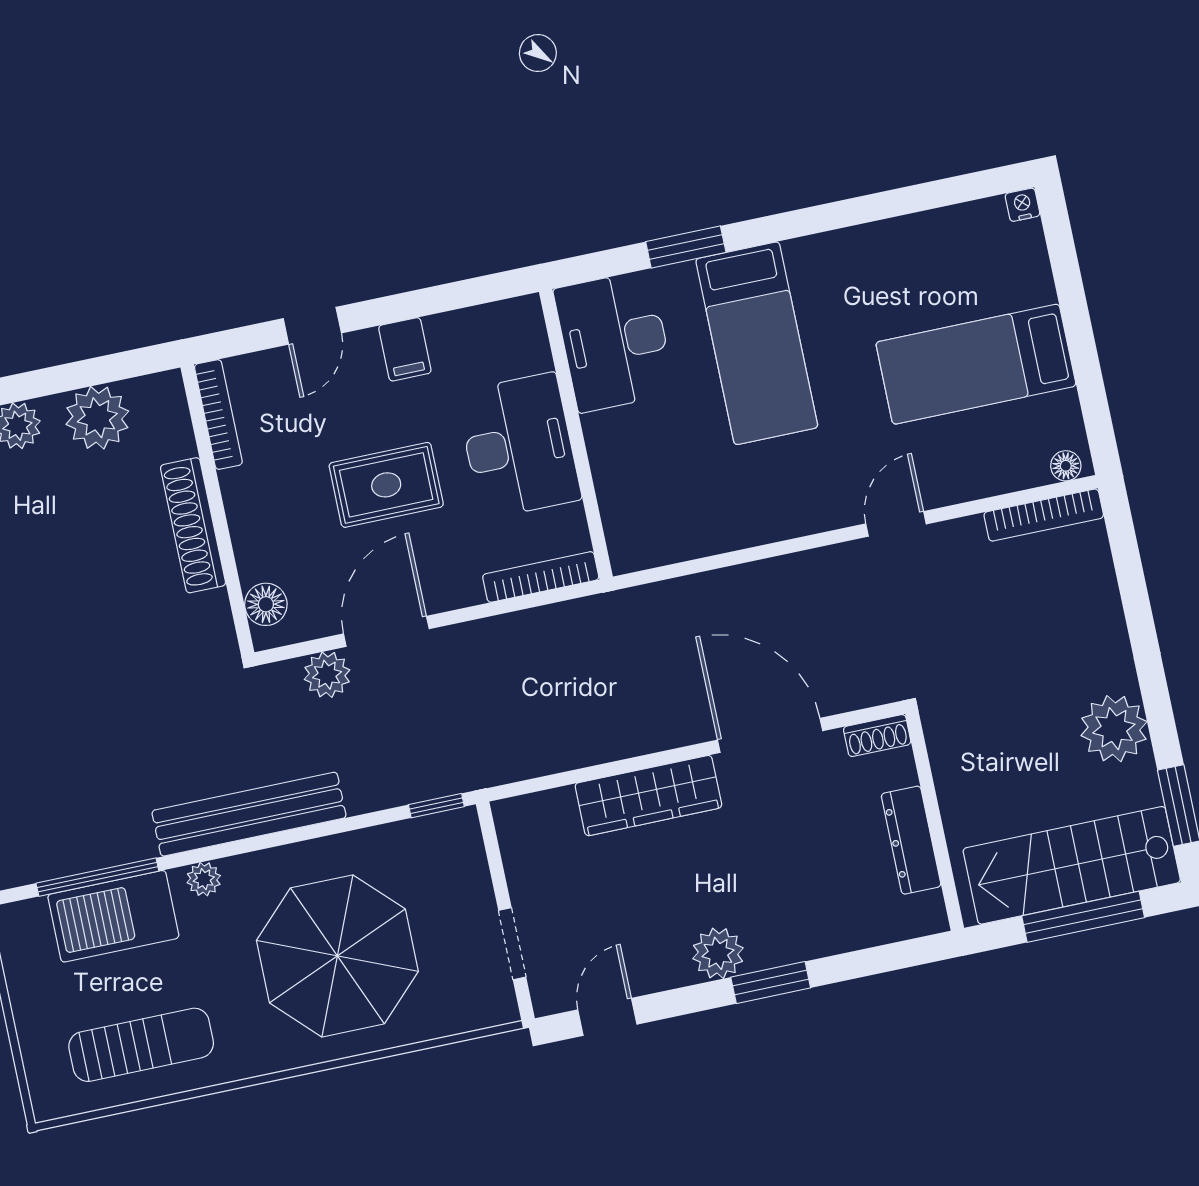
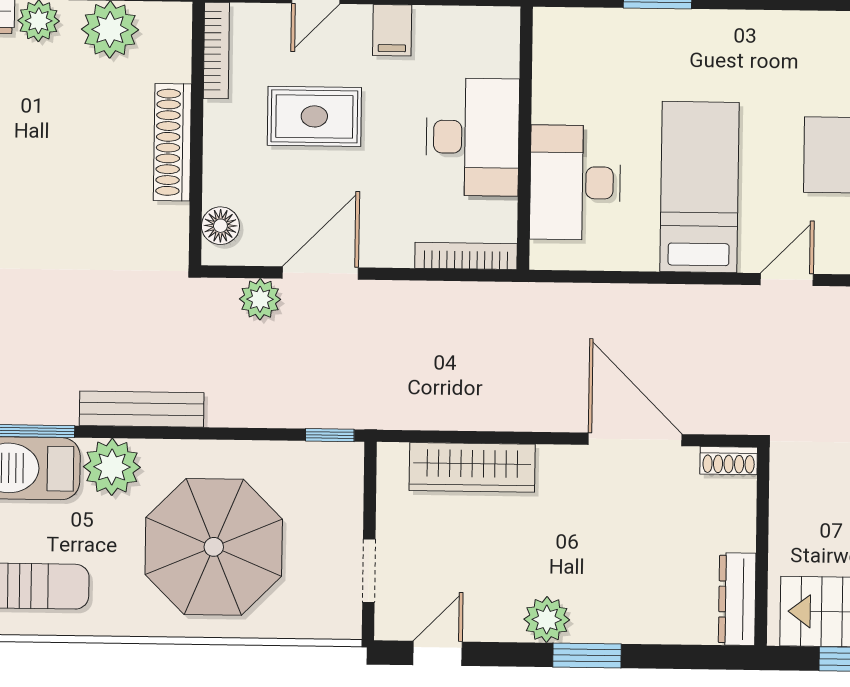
desk: (614, 341) -> (575, 183), moved
bed: (757, 343) -> (699, 187), moved, turned 180
rug: (386, 485) -> (314, 116), moved
wardrobe: (648, 796) -> (472, 467), moved
bench: (249, 814) -> (142, 409), width x0.73, depth x0.82
dresser: (911, 840) -> (737, 599), moved
plant: (204, 879) -> (112, 467), width x1.87, depth x1.87

